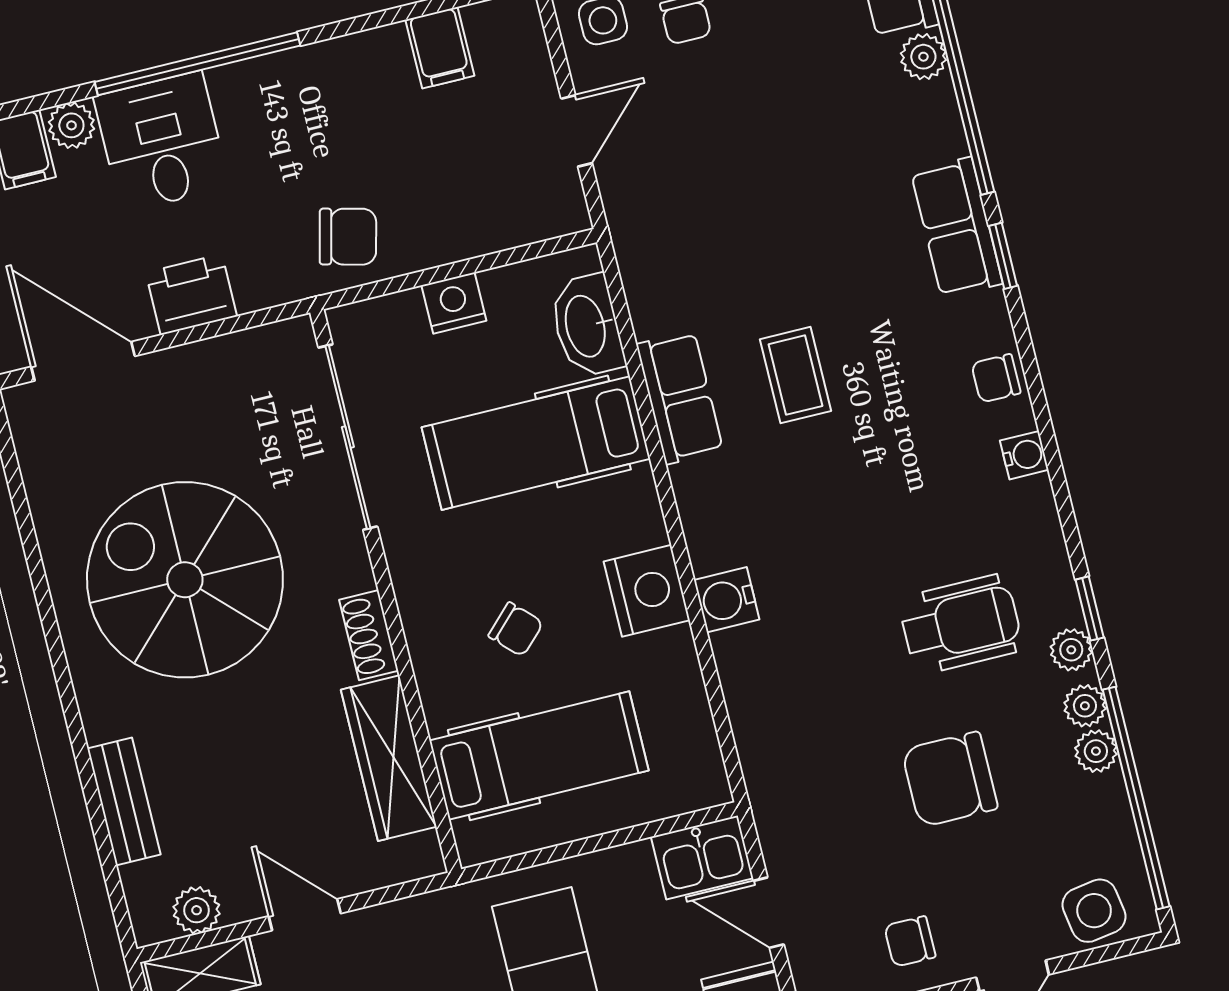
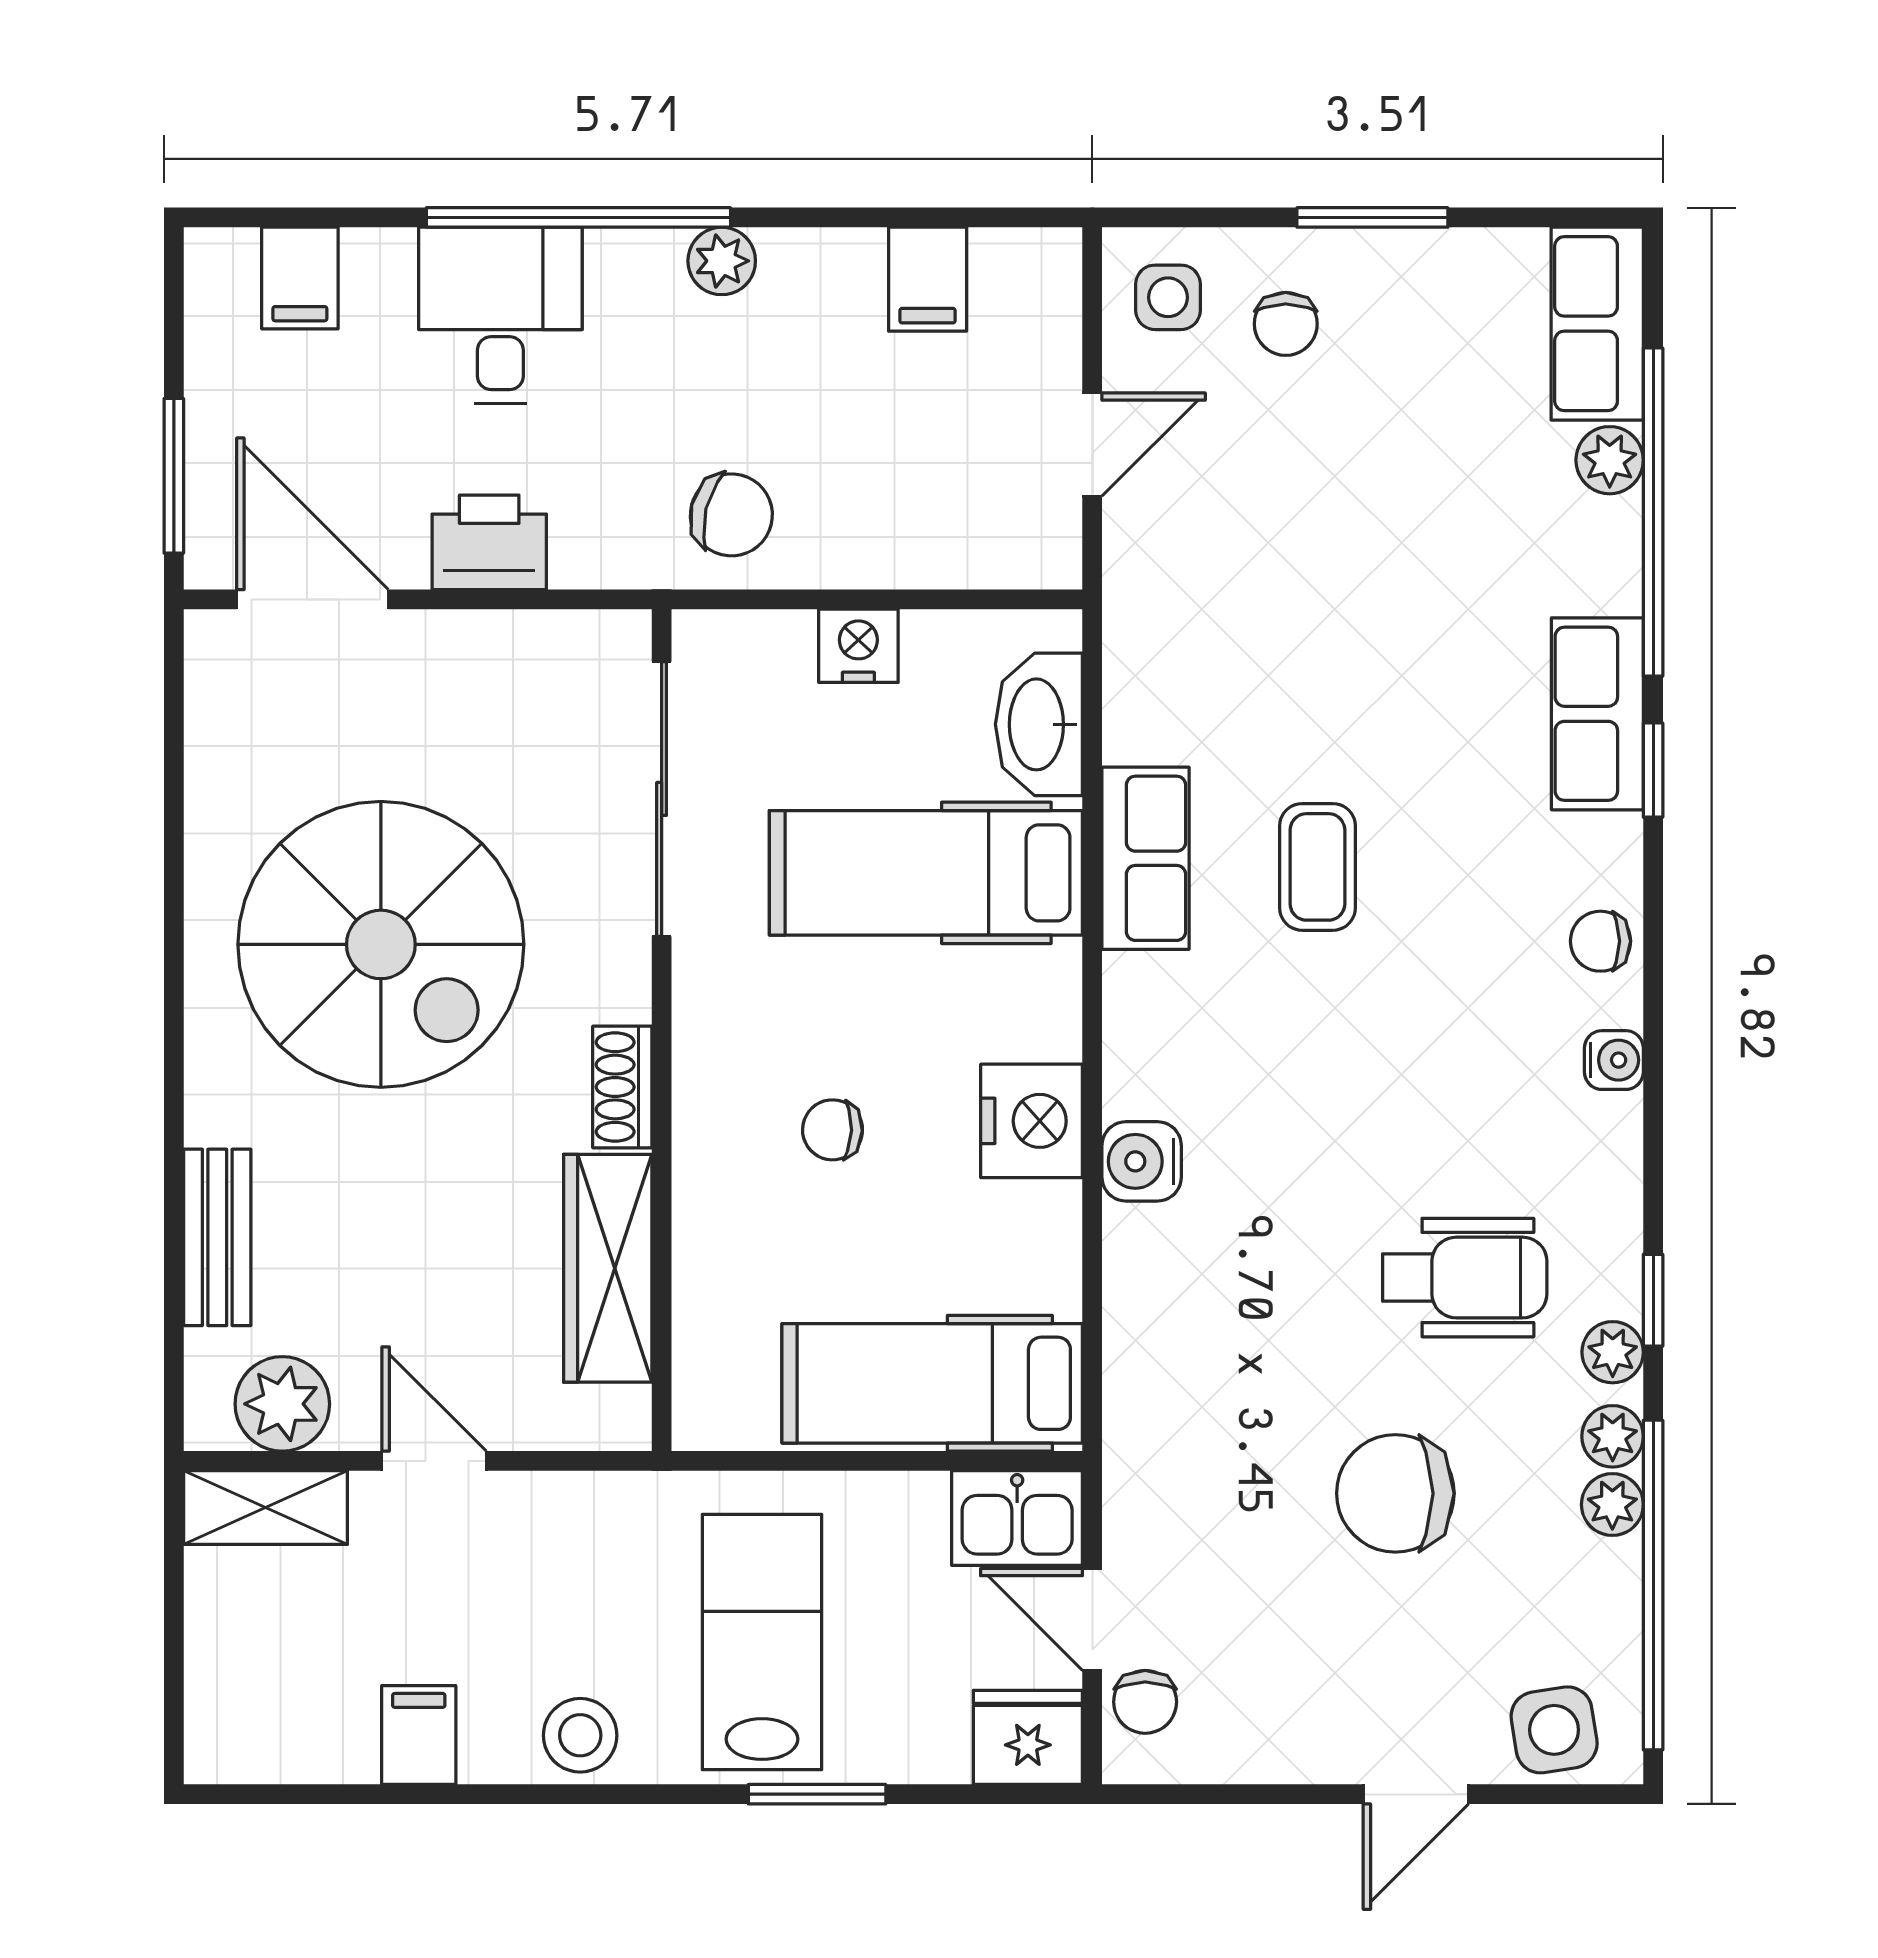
plant: (71, 125) -> (722, 261), moved
spiral stairs: (185, 580) -> (381, 944), turned 180
chair: (516, 629) -> (833, 1130), turned 137
hospital bed: (539, 755) -> (932, 1383), moved, turned 180
plant: (197, 910) -> (282, 1404), width x1.38, depth x1.38
chair: (910, 941) -> (1145, 1702), moved, turned -90

